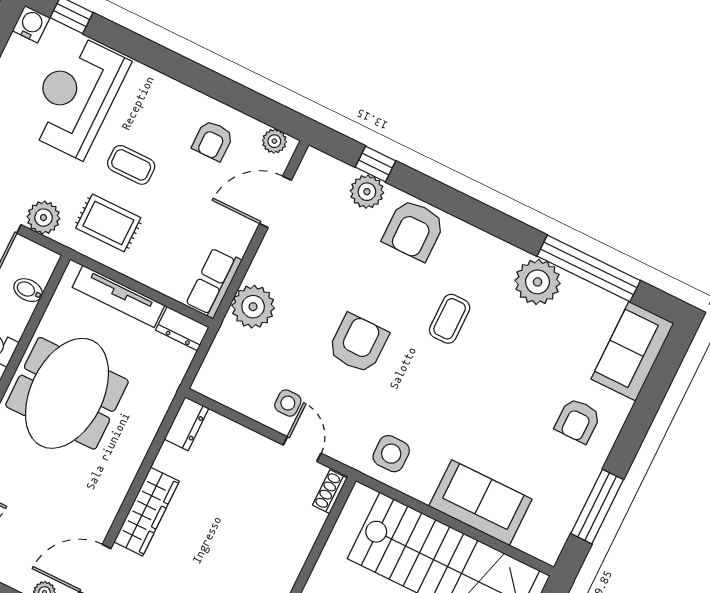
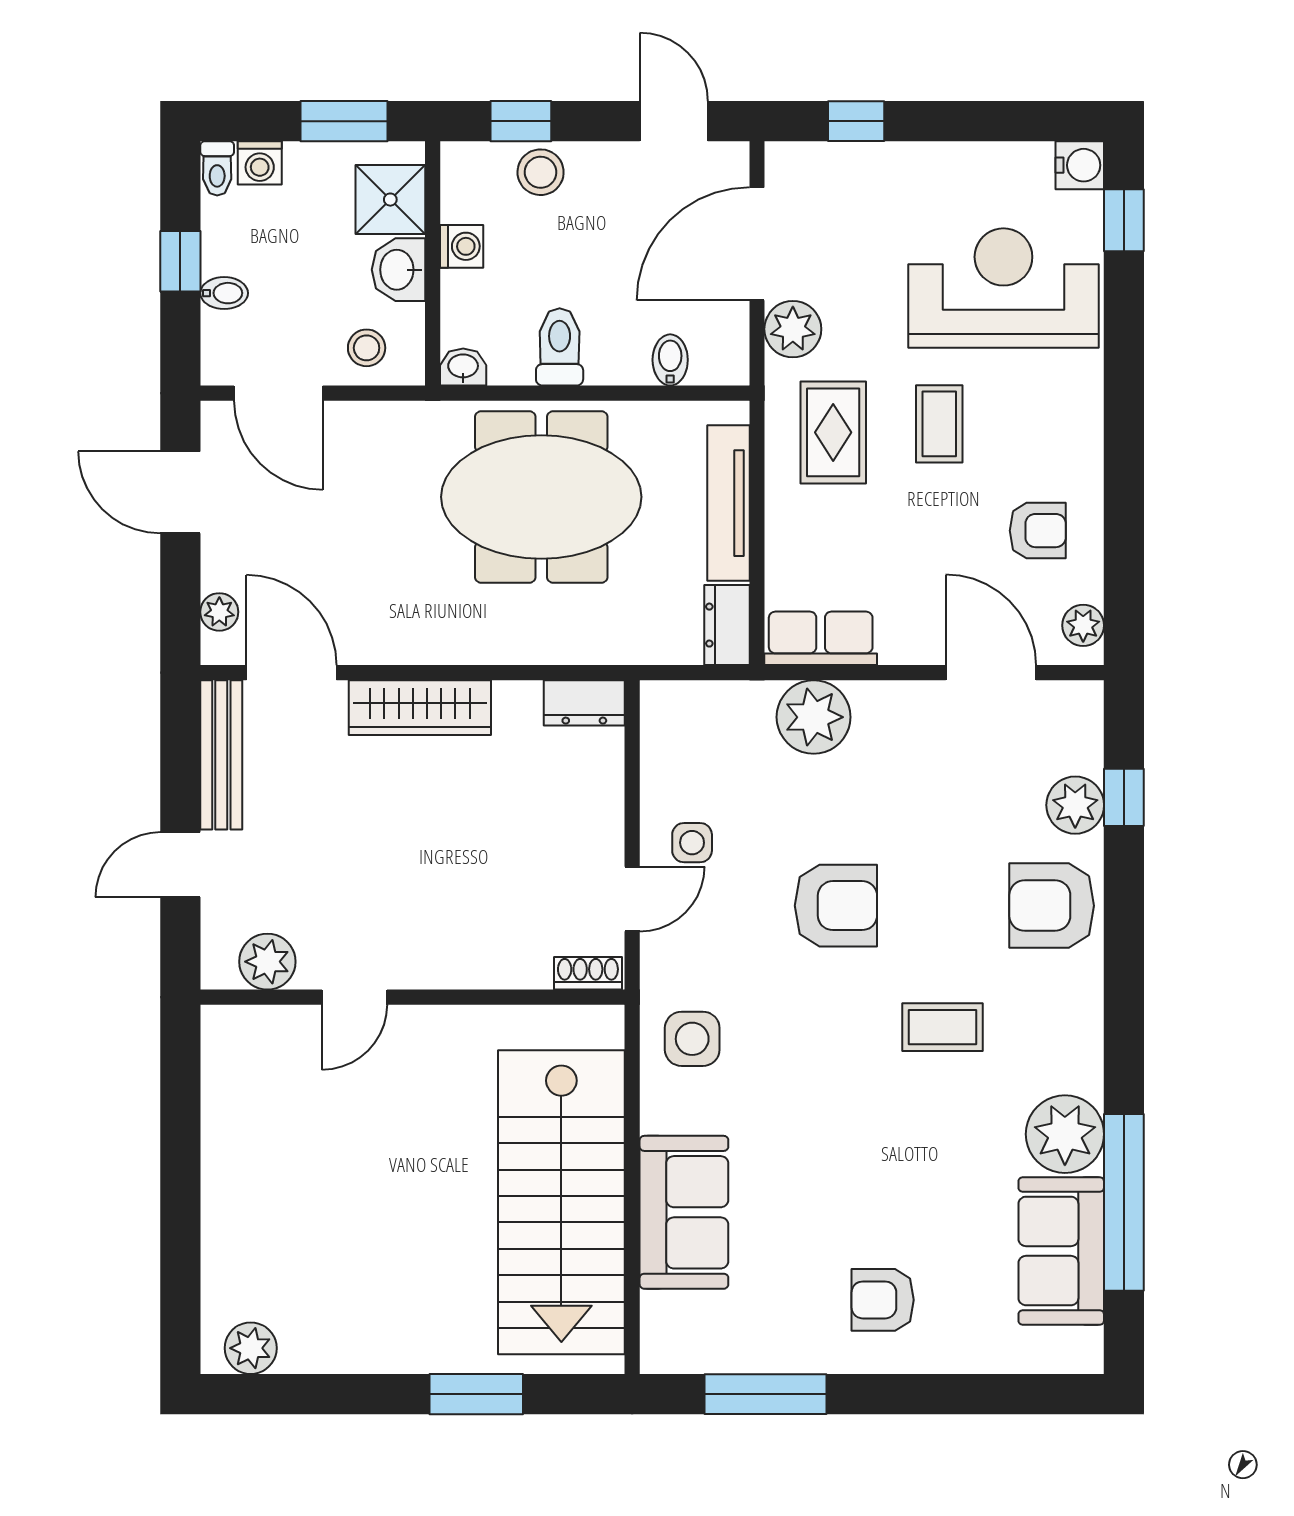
armchair: (213, 141) -> (1038, 531), turned 180
sofa: (632, 351) -> (1061, 1251), moved, turned -90

